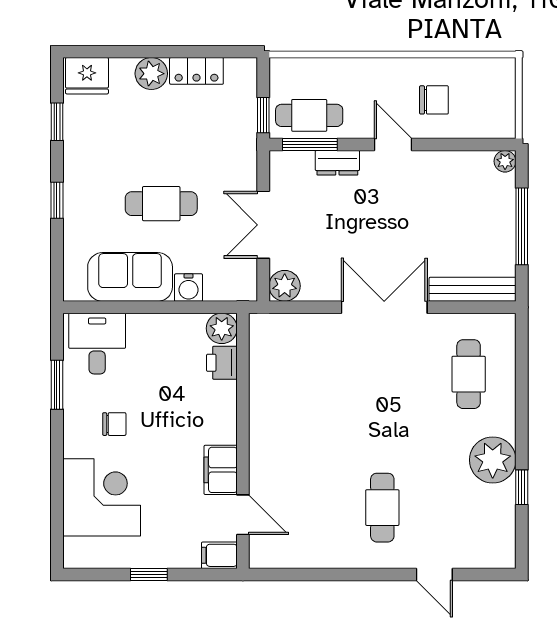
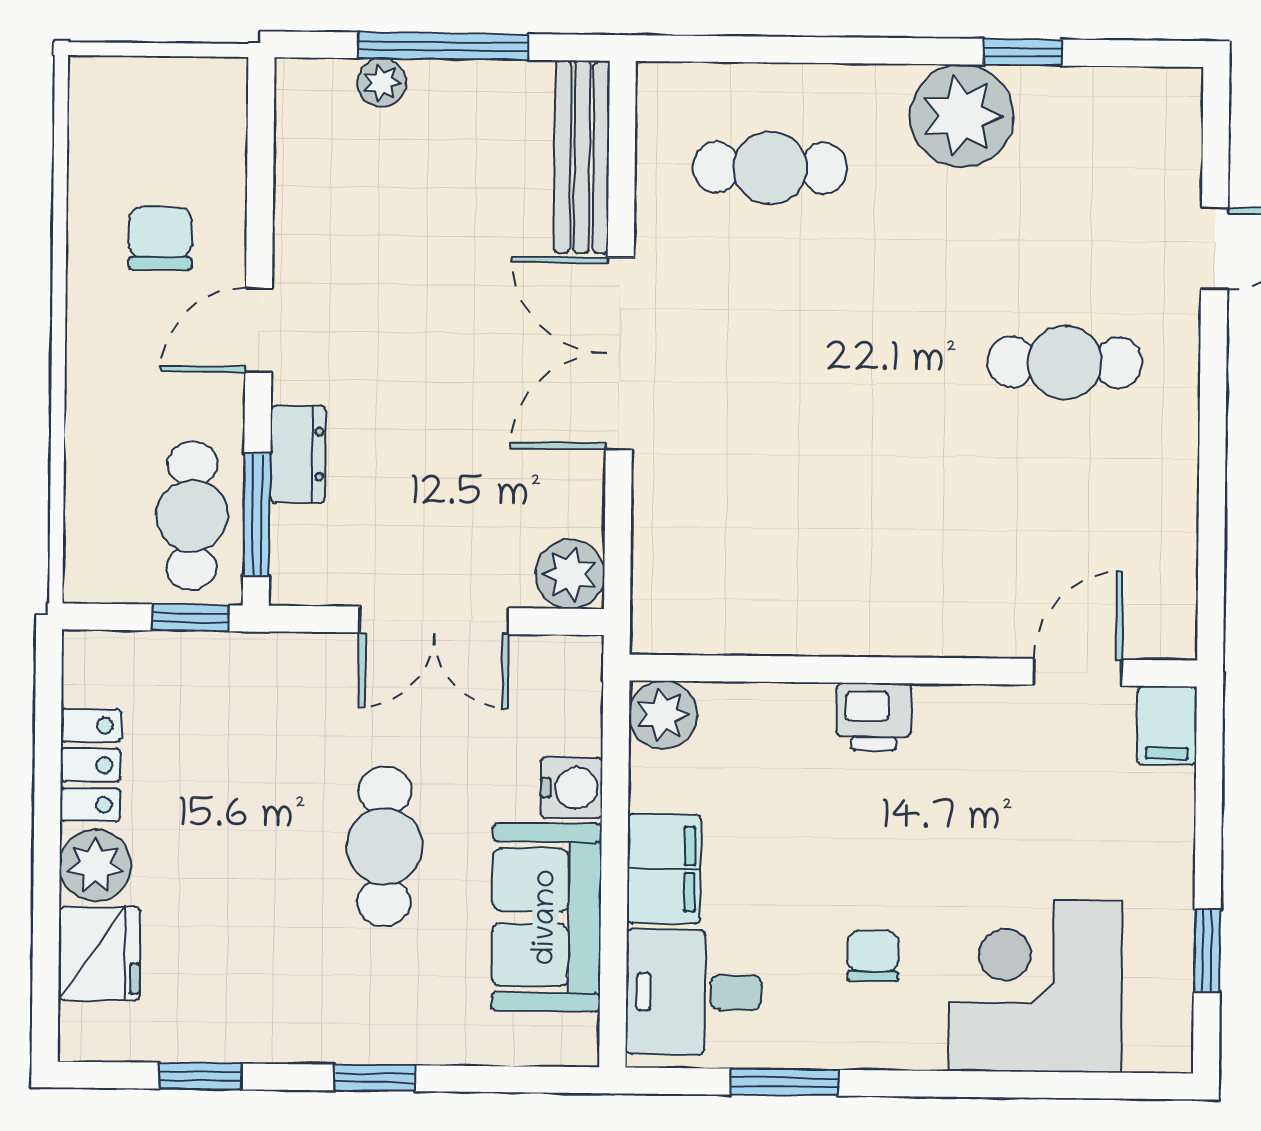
fridge: (87, 76) -> (99, 954), moved
plant: (505, 161) -> (382, 83), moved
printer: (222, 363) -> (874, 717), moved
filing cabinet: (221, 470) -> (664, 869), moved, turned -90
window: (149, 574) -> (1207, 951), moved

